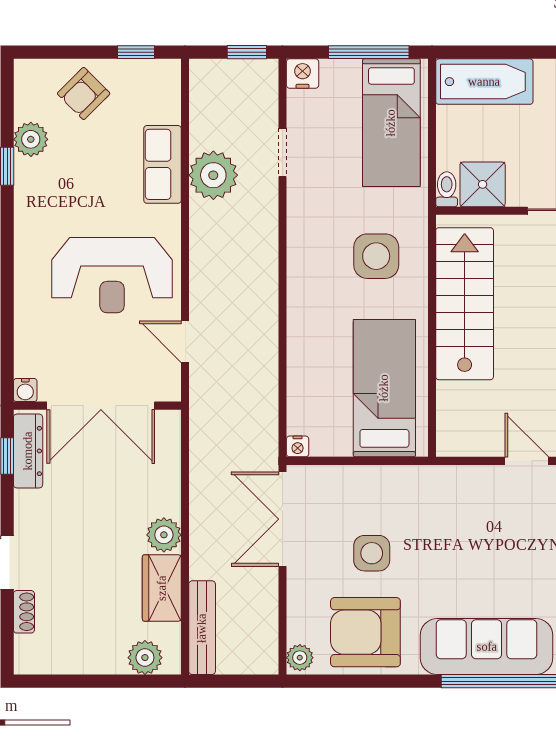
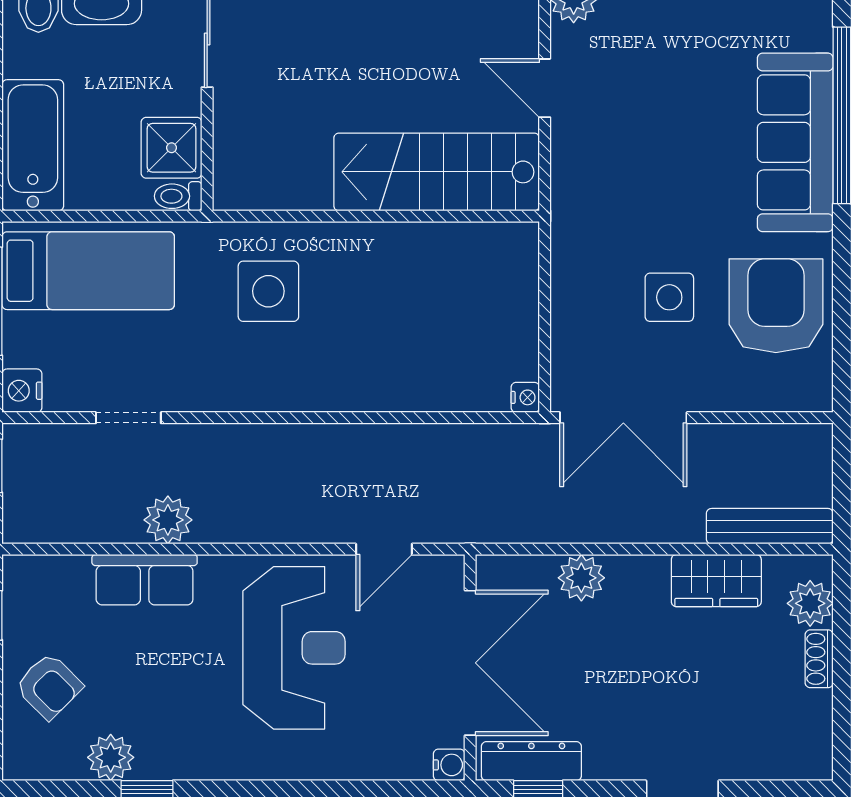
plant: (213, 175) -> (168, 520), width x0.73, depth x0.73
stairs: (465, 304) -> (437, 172), moved
bed: (384, 388) -> (447, 280), removed
door: (527, 461) -> (545, 88), hinge flipped
plant: (164, 535) -> (581, 578), moved
shoe rack: (24, 612) -> (819, 659), moved, turned -90
armchair: (365, 632) -> (776, 306), turned 180
plant: (300, 658) -> (810, 394), removed

